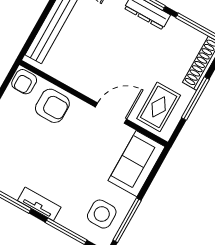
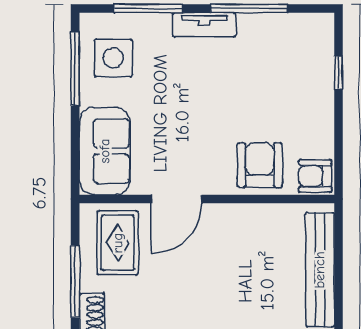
armchair: (24, 82) -> (315, 176), turned -90
armchair: (52, 106) -> (260, 165), turned 90

